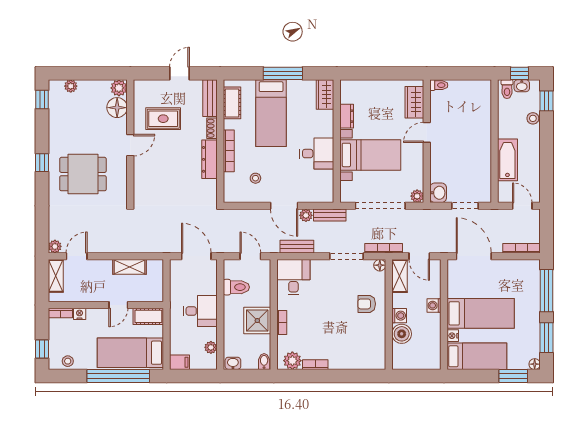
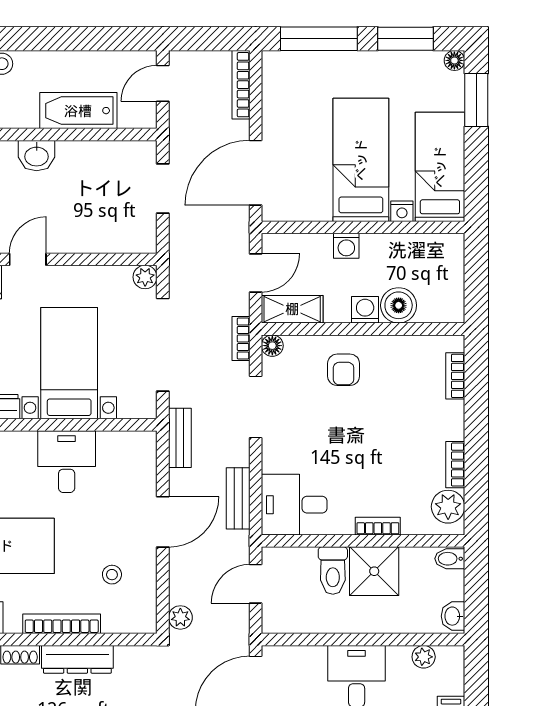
door: (427, 132) -> (28, 259), swing flipped
washbasin: (438, 193) -> (37, 156), moved, turned 180
plant: (306, 215) -> (180, 617), moved
bookcase: (384, 248) -> (241, 339), width x0.64
toilet: (236, 287) -> (333, 571), moved, turned 180
bookcase: (363, 365) -> (455, 376), added

